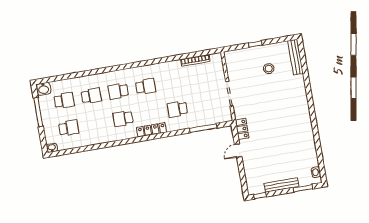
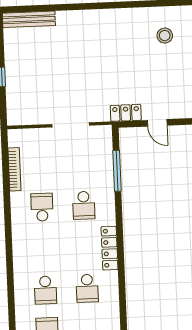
stool: (269, 69) -> (165, 36), moved
school desk: (146, 86) -> (42, 207), moved

